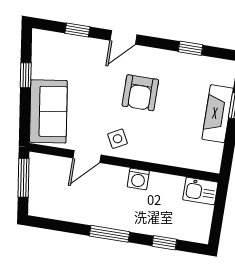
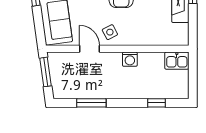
door: (87, 156) -> (90, 49), swing flipped
window: (110, 234) -> (91, 103), moved

